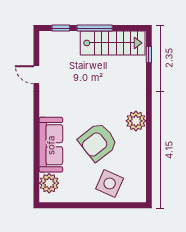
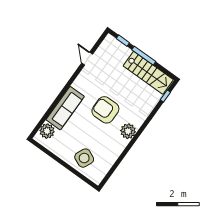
armchair: (98, 142) -> (105, 110), moved, turned 38

